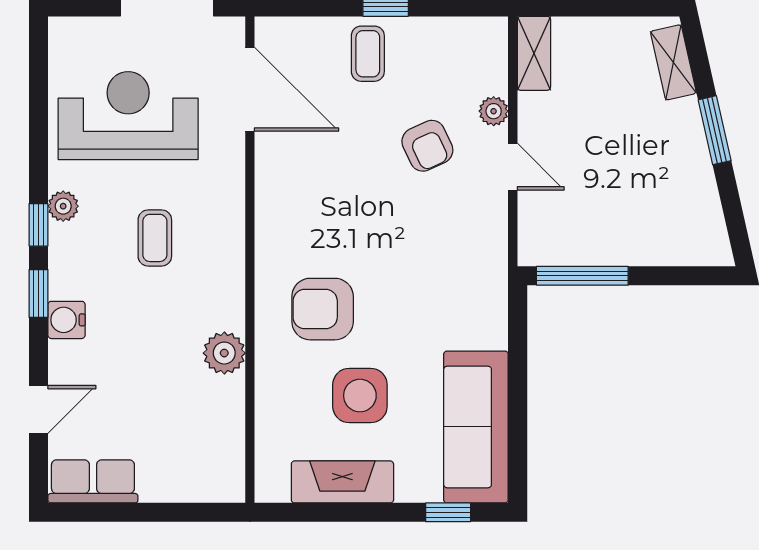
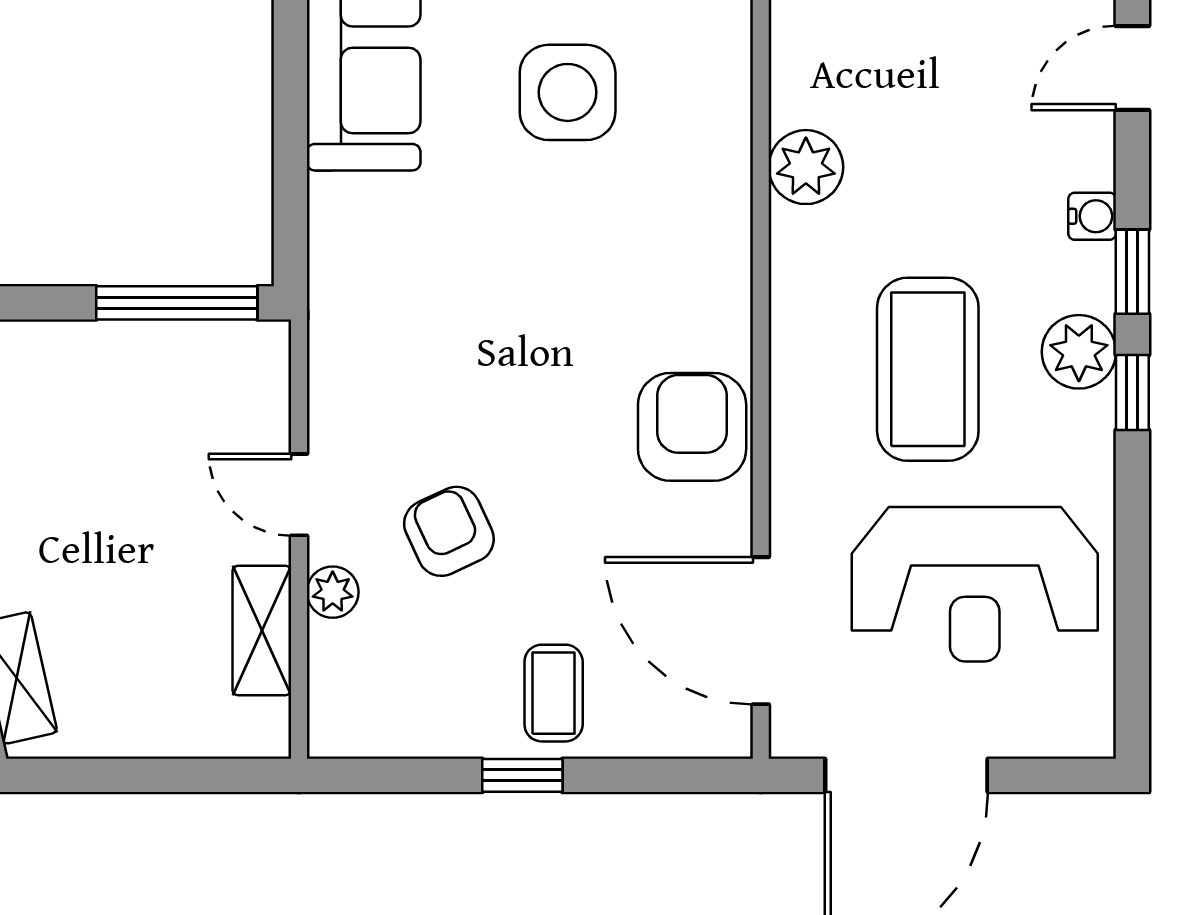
shelving: (534, 53) -> (262, 631), moved
plant: (63, 206) -> (1079, 352), moved, width x1.38, depth x1.38
coffee table: (155, 238) -> (928, 369), width x1.86, depth x1.72
armchair: (323, 309) -> (692, 427), moved, turned -90
water cooler: (67, 320) -> (1092, 216), width x0.72, depth x0.72

